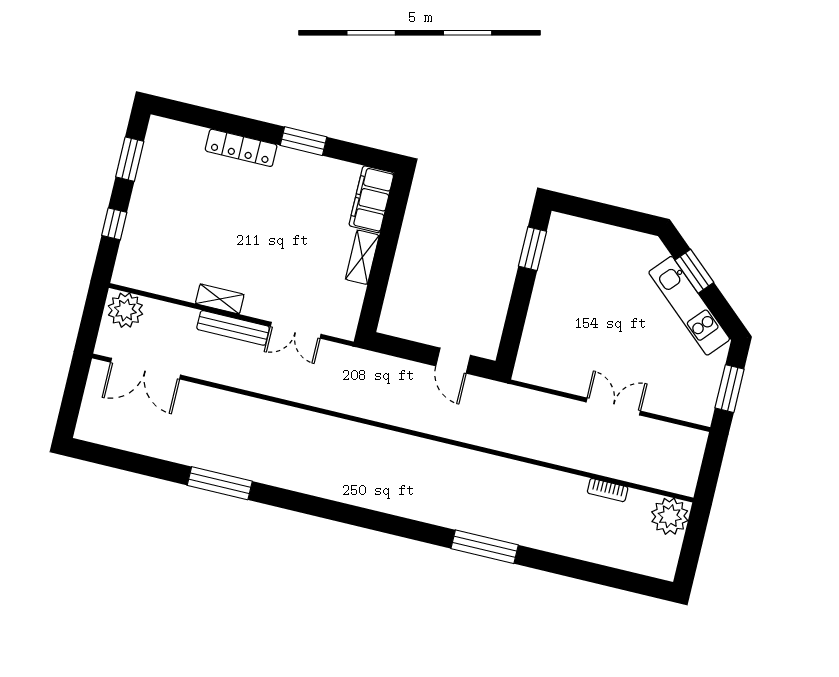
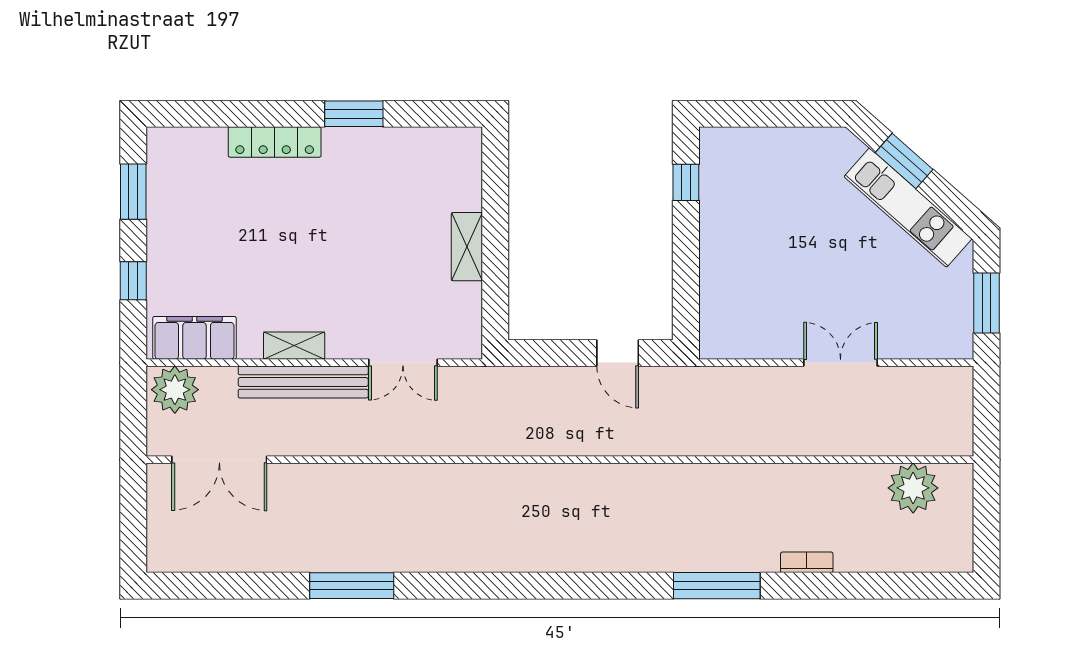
filing cabinet: (372, 199) -> (194, 338), moved, turned 90
window: (532, 249) -> (686, 182), width x0.67
bench: (233, 328) -> (303, 382), width x1.37, depth x1.21
bookcase: (608, 490) -> (807, 562), moved, turned 180
plant: (670, 516) -> (913, 488), moved

